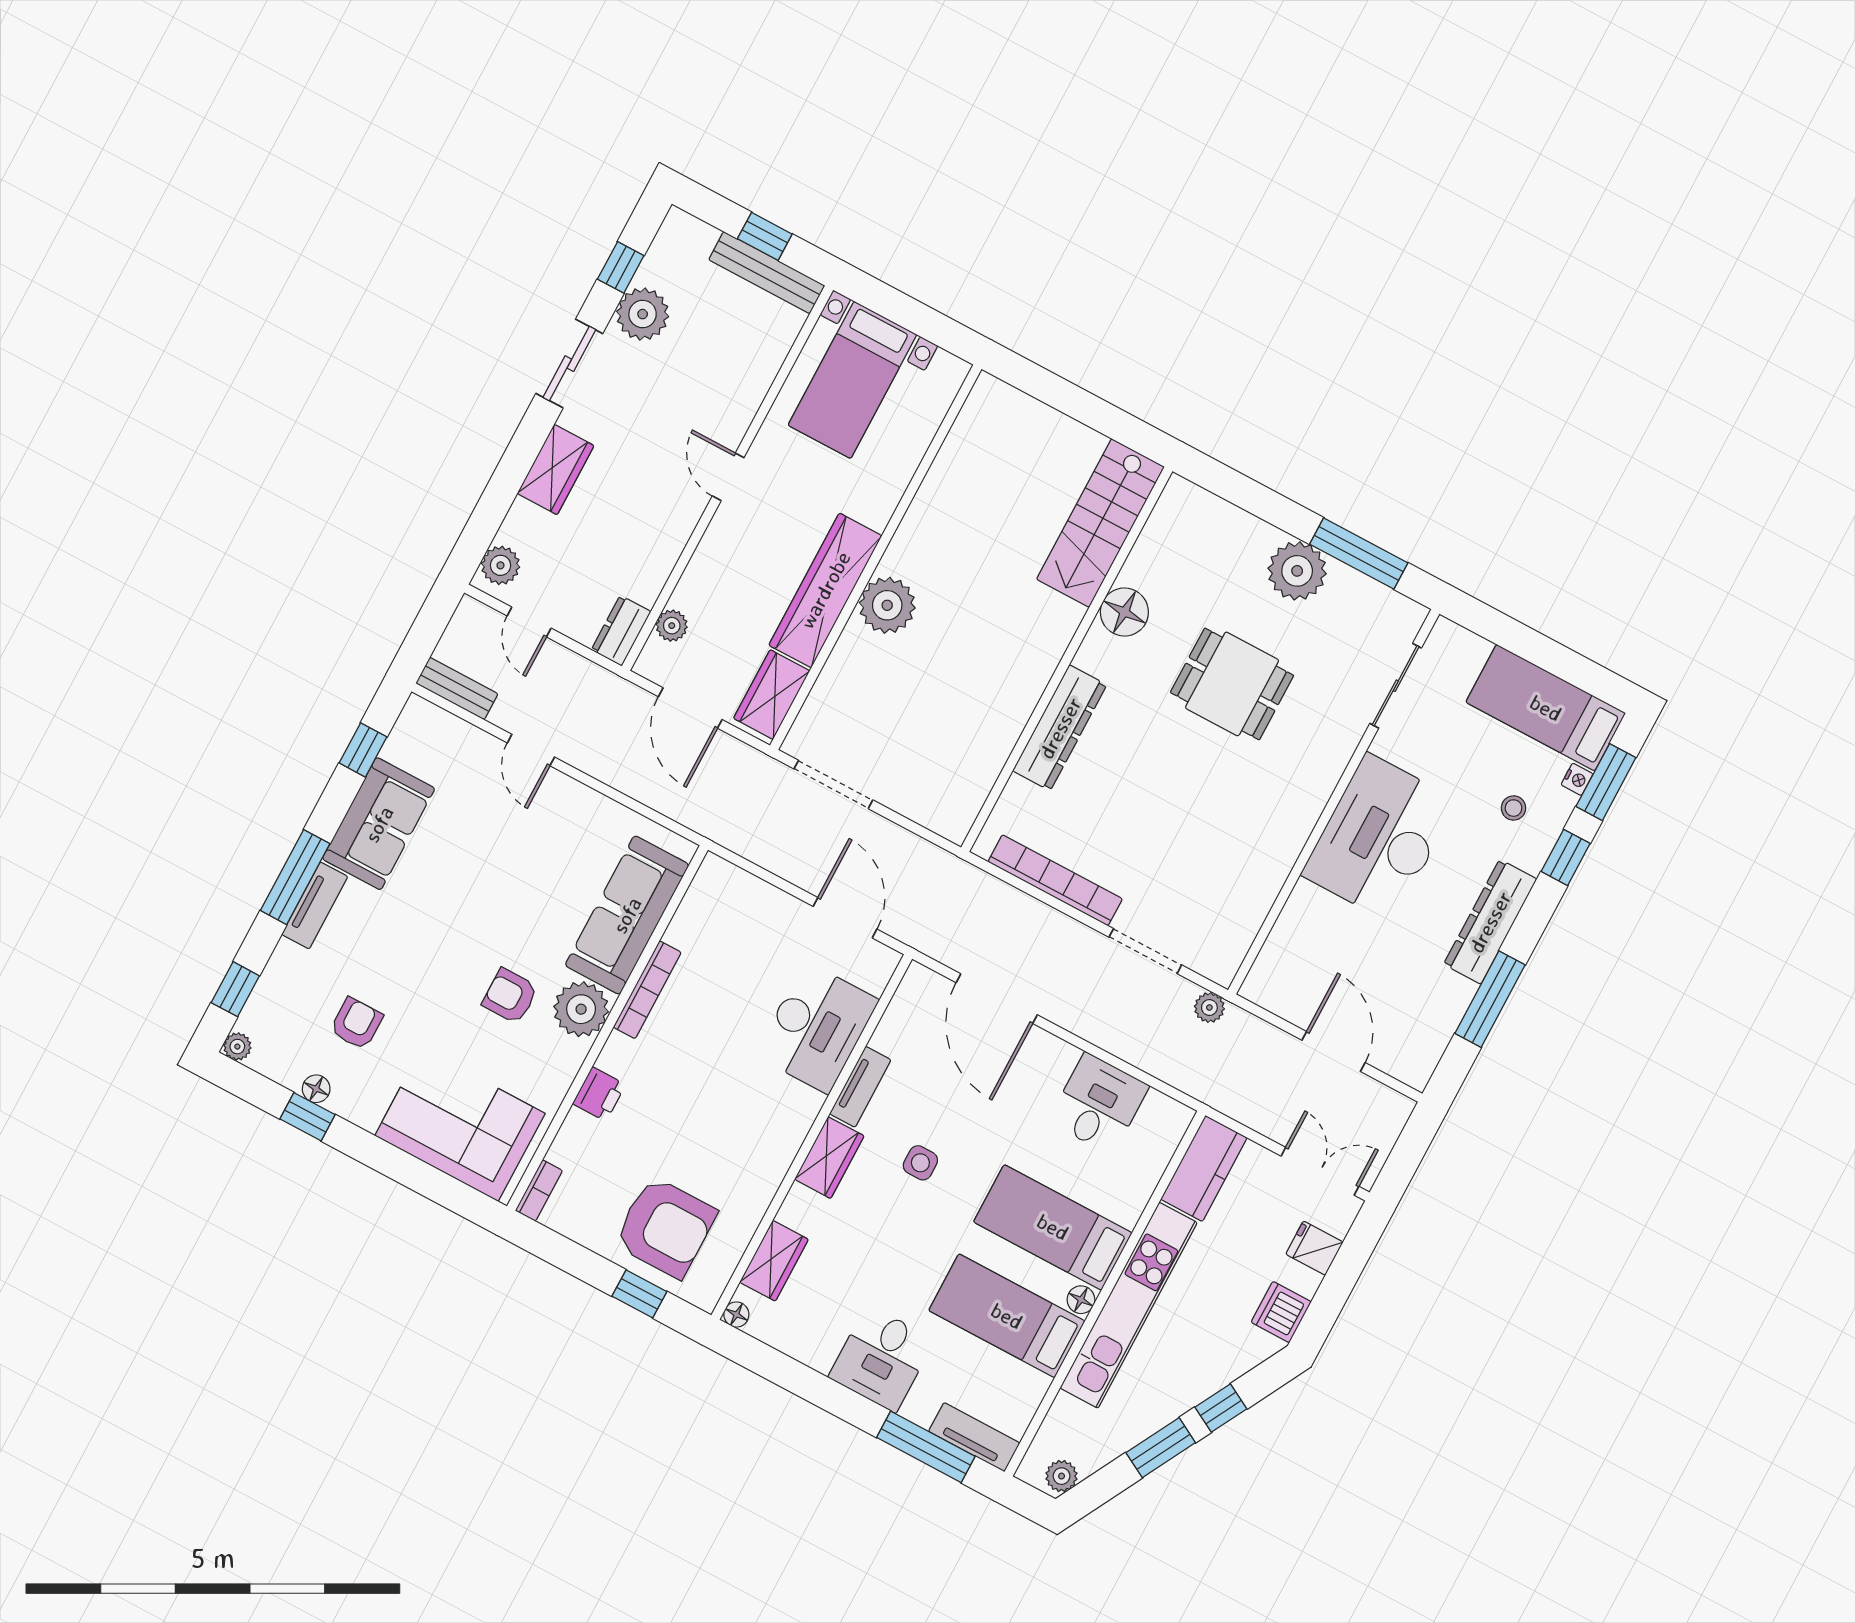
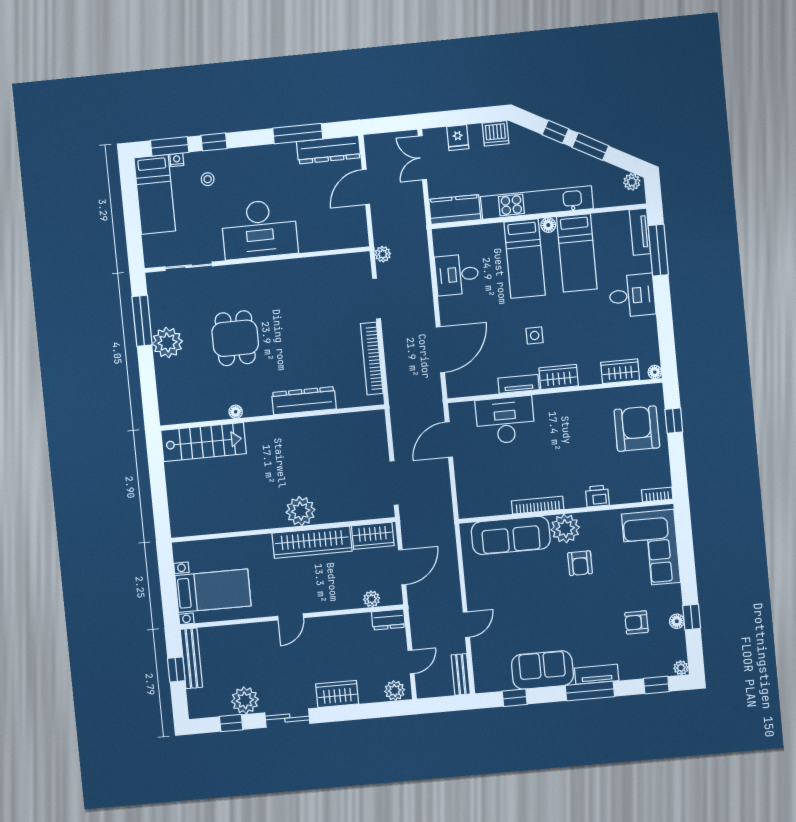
floor lamp: (1124, 612) -> (236, 412), width x0.53, depth x0.53
dresser: (1490, 922) -> (329, 150), moved

